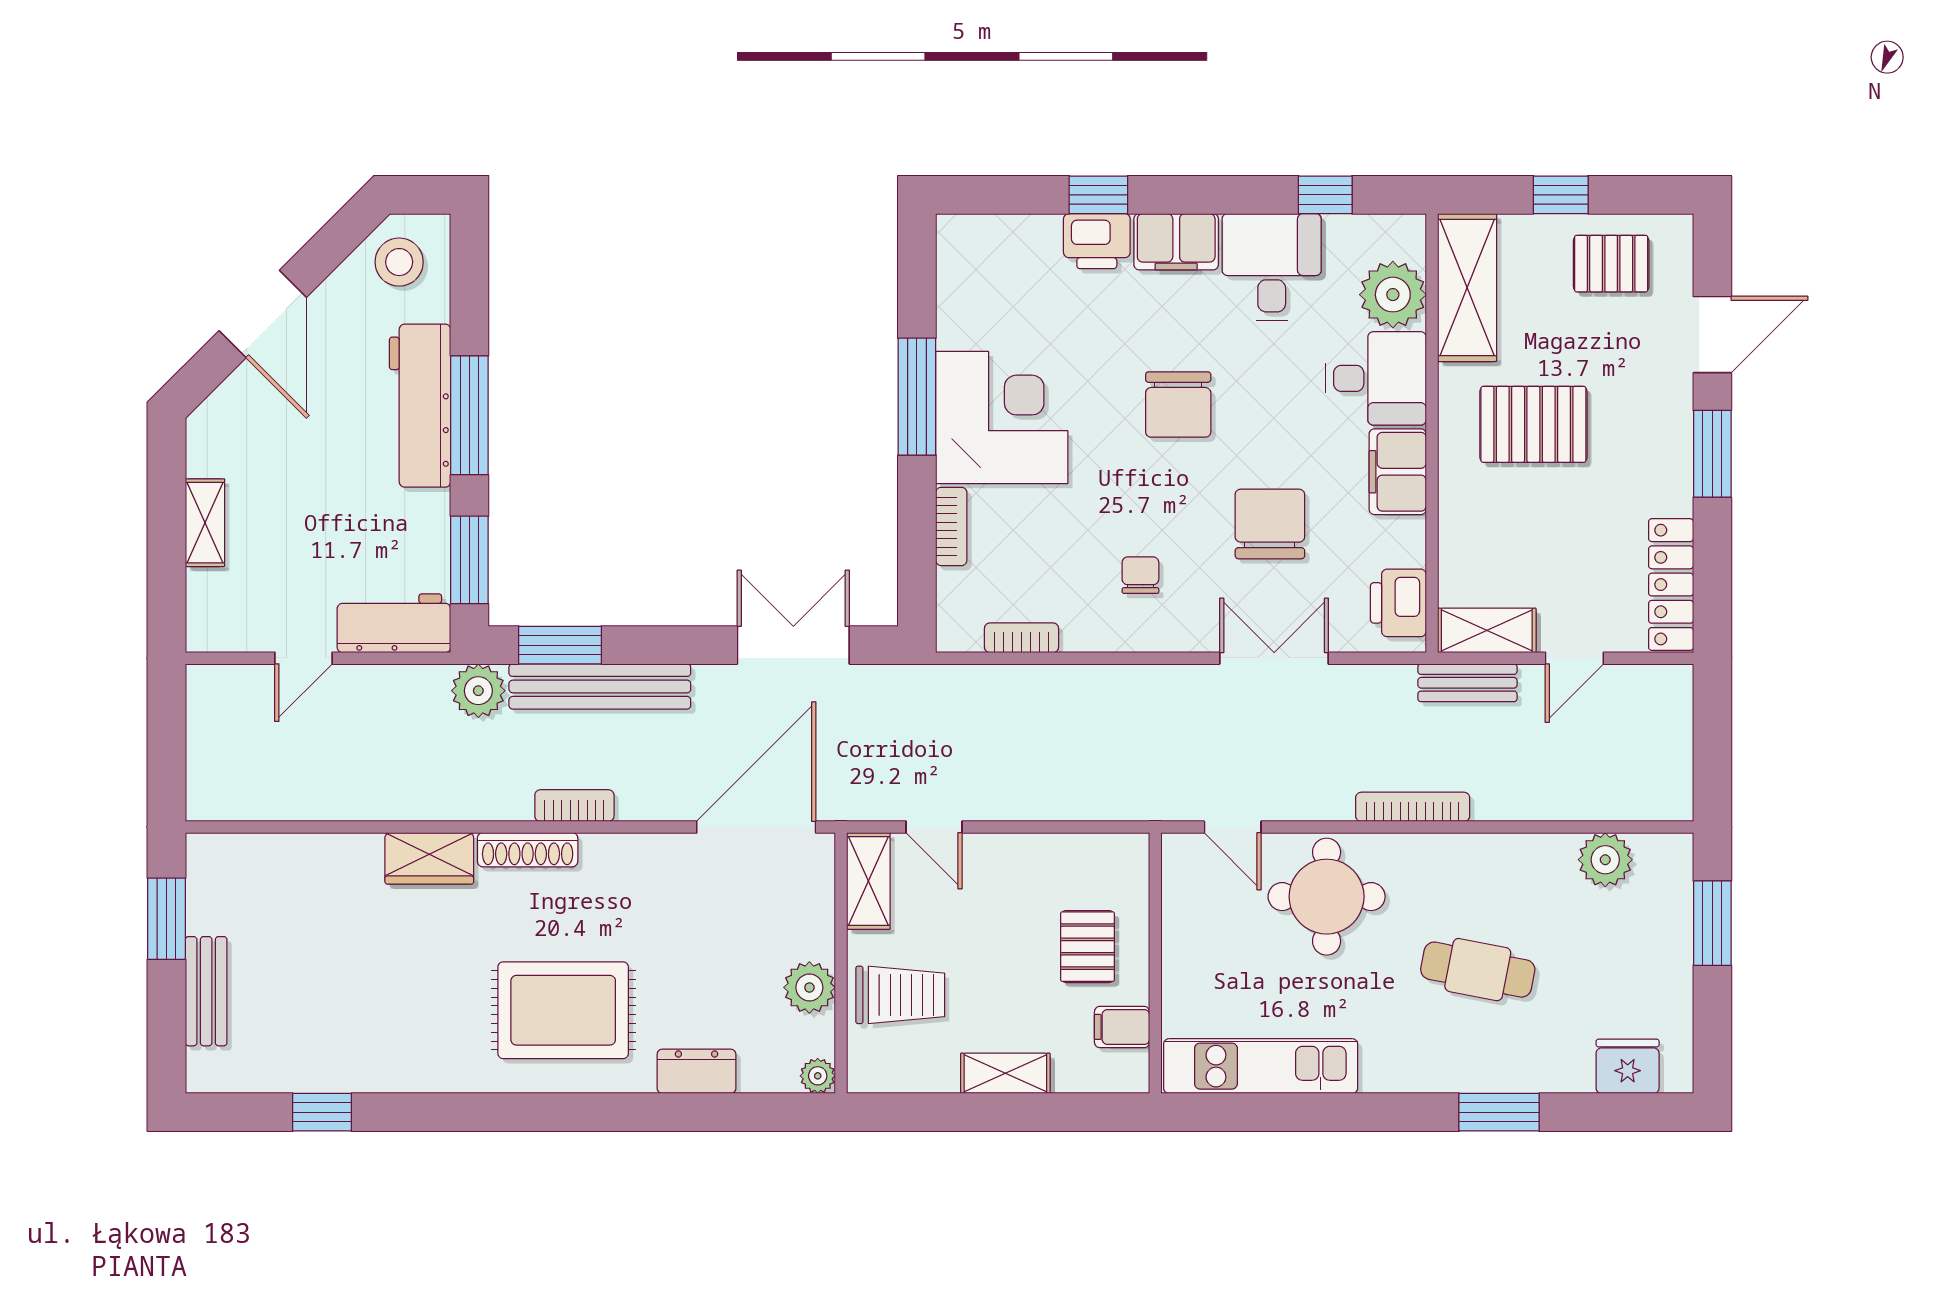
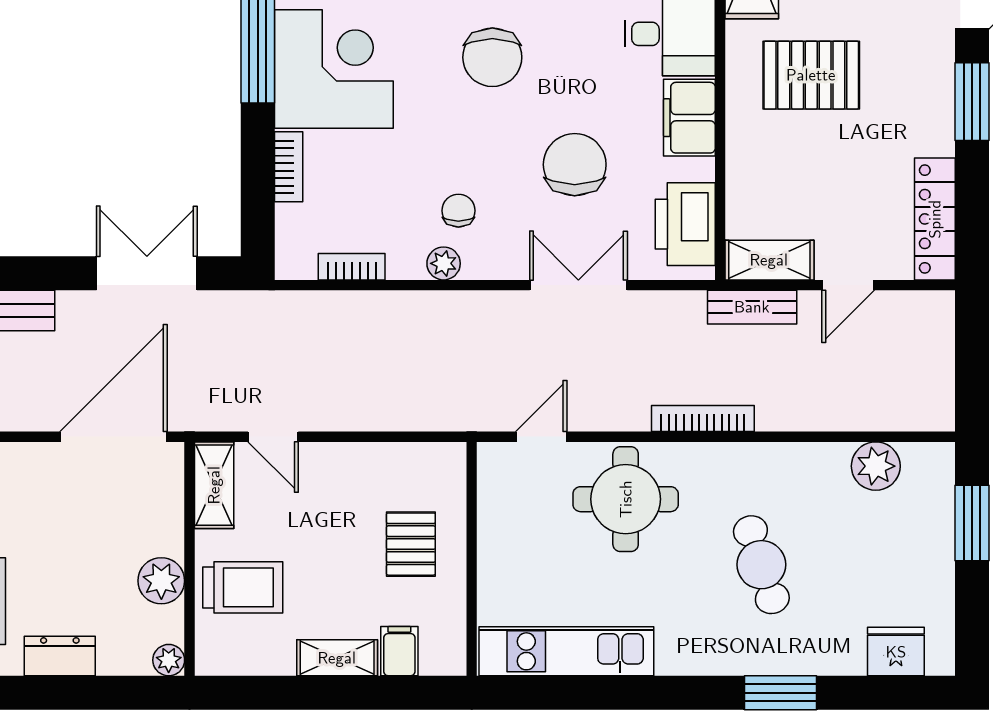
printer: (1398, 603) -> (685, 224), width x1.37, depth x1.19
plant: (1124, 634) -> (444, 263), added
door: (1233, 827) -> (541, 437), swing flipped
cafe table: (1478, 970) -> (761, 565), turned 61
filing cabinet: (1122, 1027) -> (399, 651), moved, turned 90

